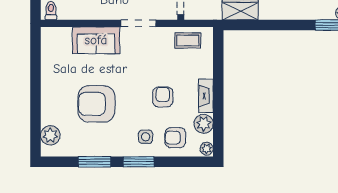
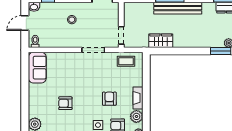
sofa: (96, 40) -> (37, 68), moved, turned -90
armchair: (96, 104) -> (65, 103), width x0.53, depth x0.53

